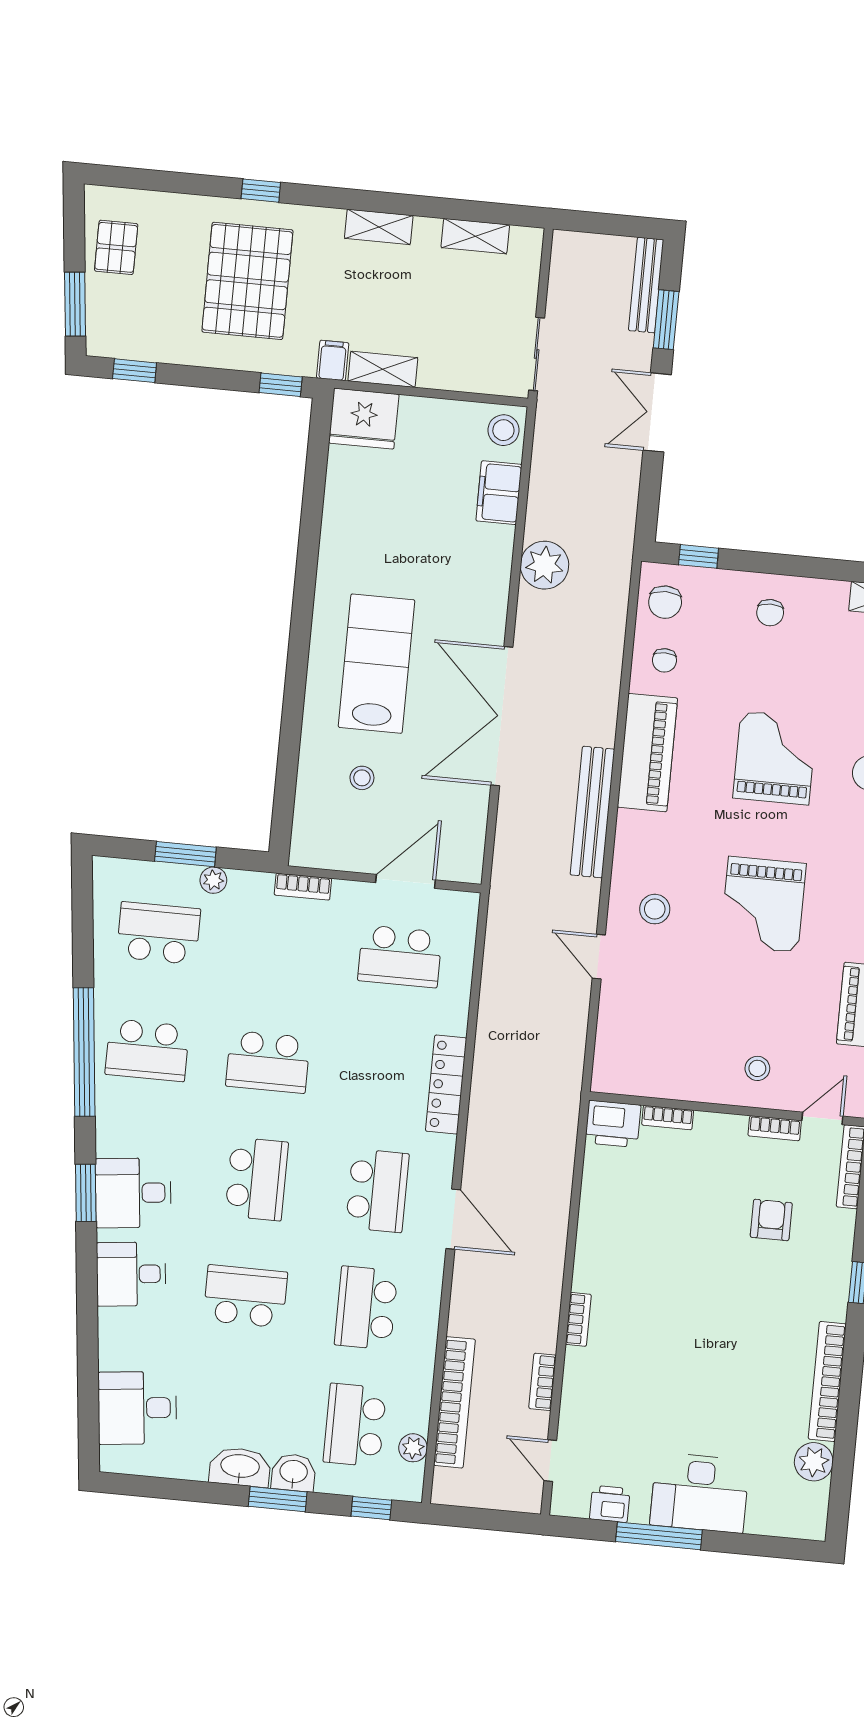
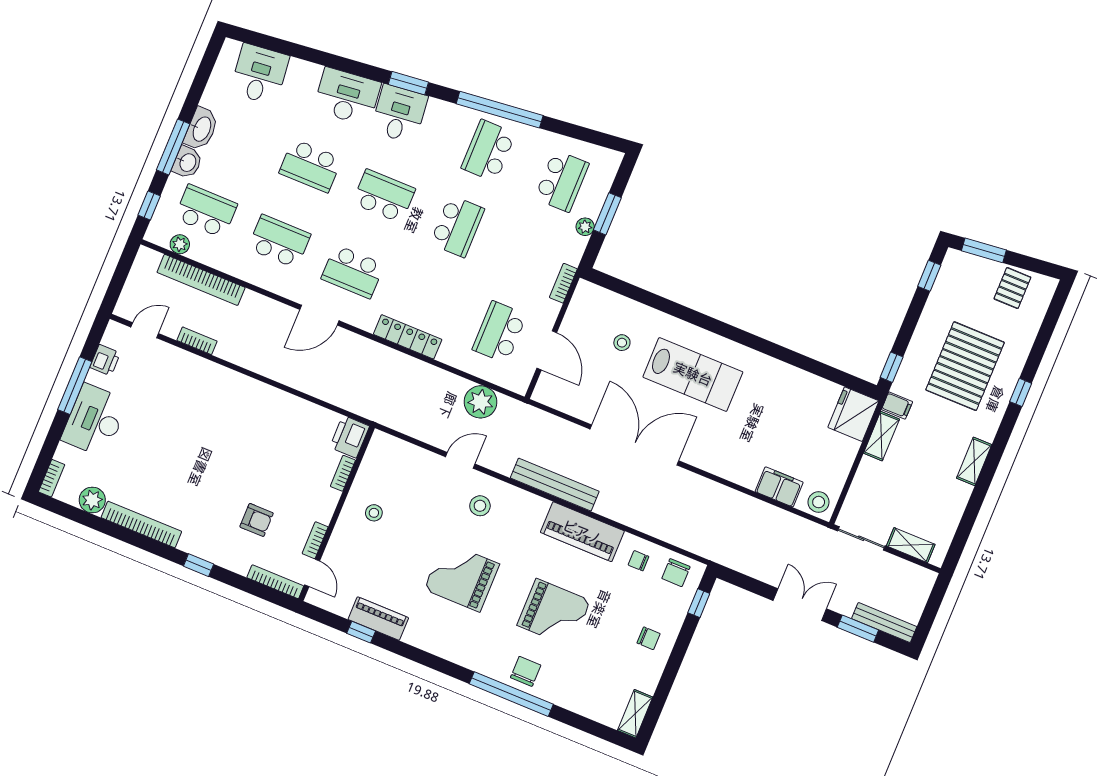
shelving: (475, 236) -> (911, 545), moved, turned 90
pallet: (116, 247) -> (1012, 288), turned 90
pallet: (247, 281) -> (965, 366), turned 90
plant: (544, 565) -> (481, 402), moved
chair: (665, 602) -> (676, 573), turned -90
chair: (770, 613) -> (649, 638), turned 180
school desk: (268, 1062) -> (457, 226), turned 180
stool: (757, 1068) -> (374, 513), moved
school desk: (257, 1179) -> (384, 196), turned 180
desk: (131, 1274) -> (347, 96), width x1.37
school desk: (245, 1296) -> (310, 166), turned 90
bookcase: (578, 1319) -> (52, 478), moved, turned -90
window: (278, 1499) -> (173, 147), width x1.44

